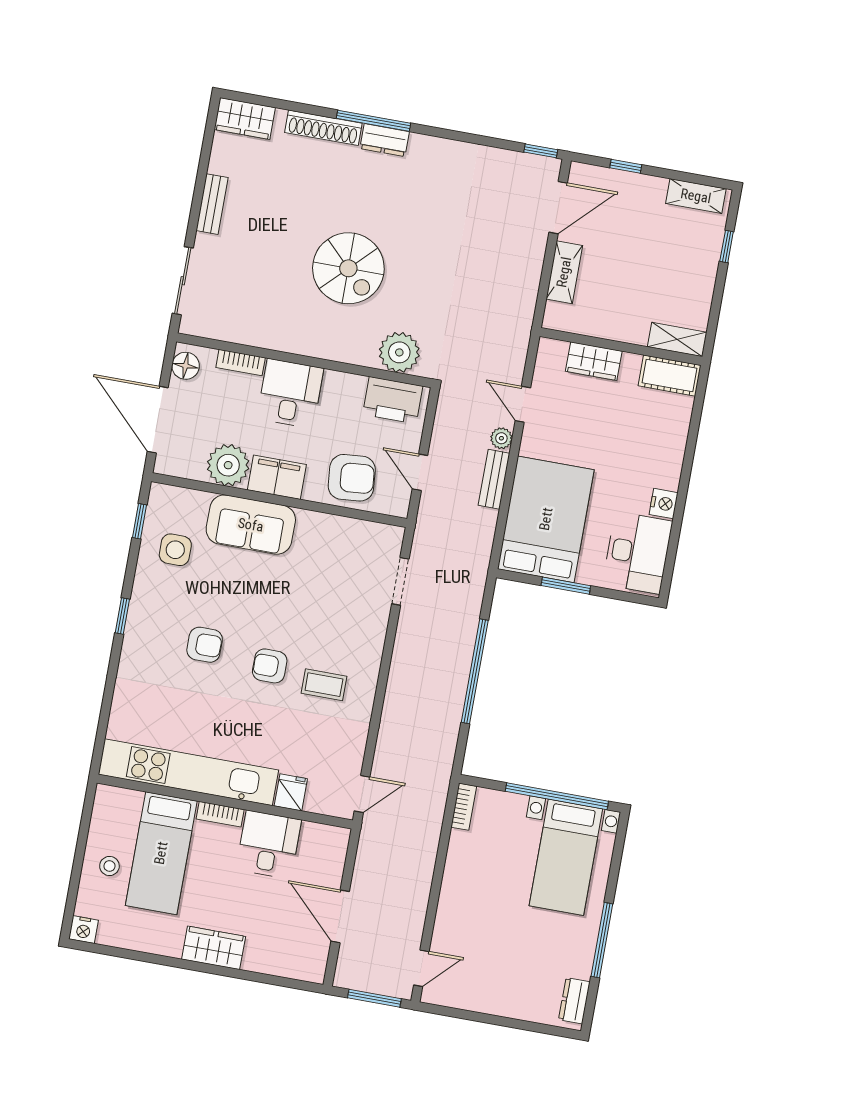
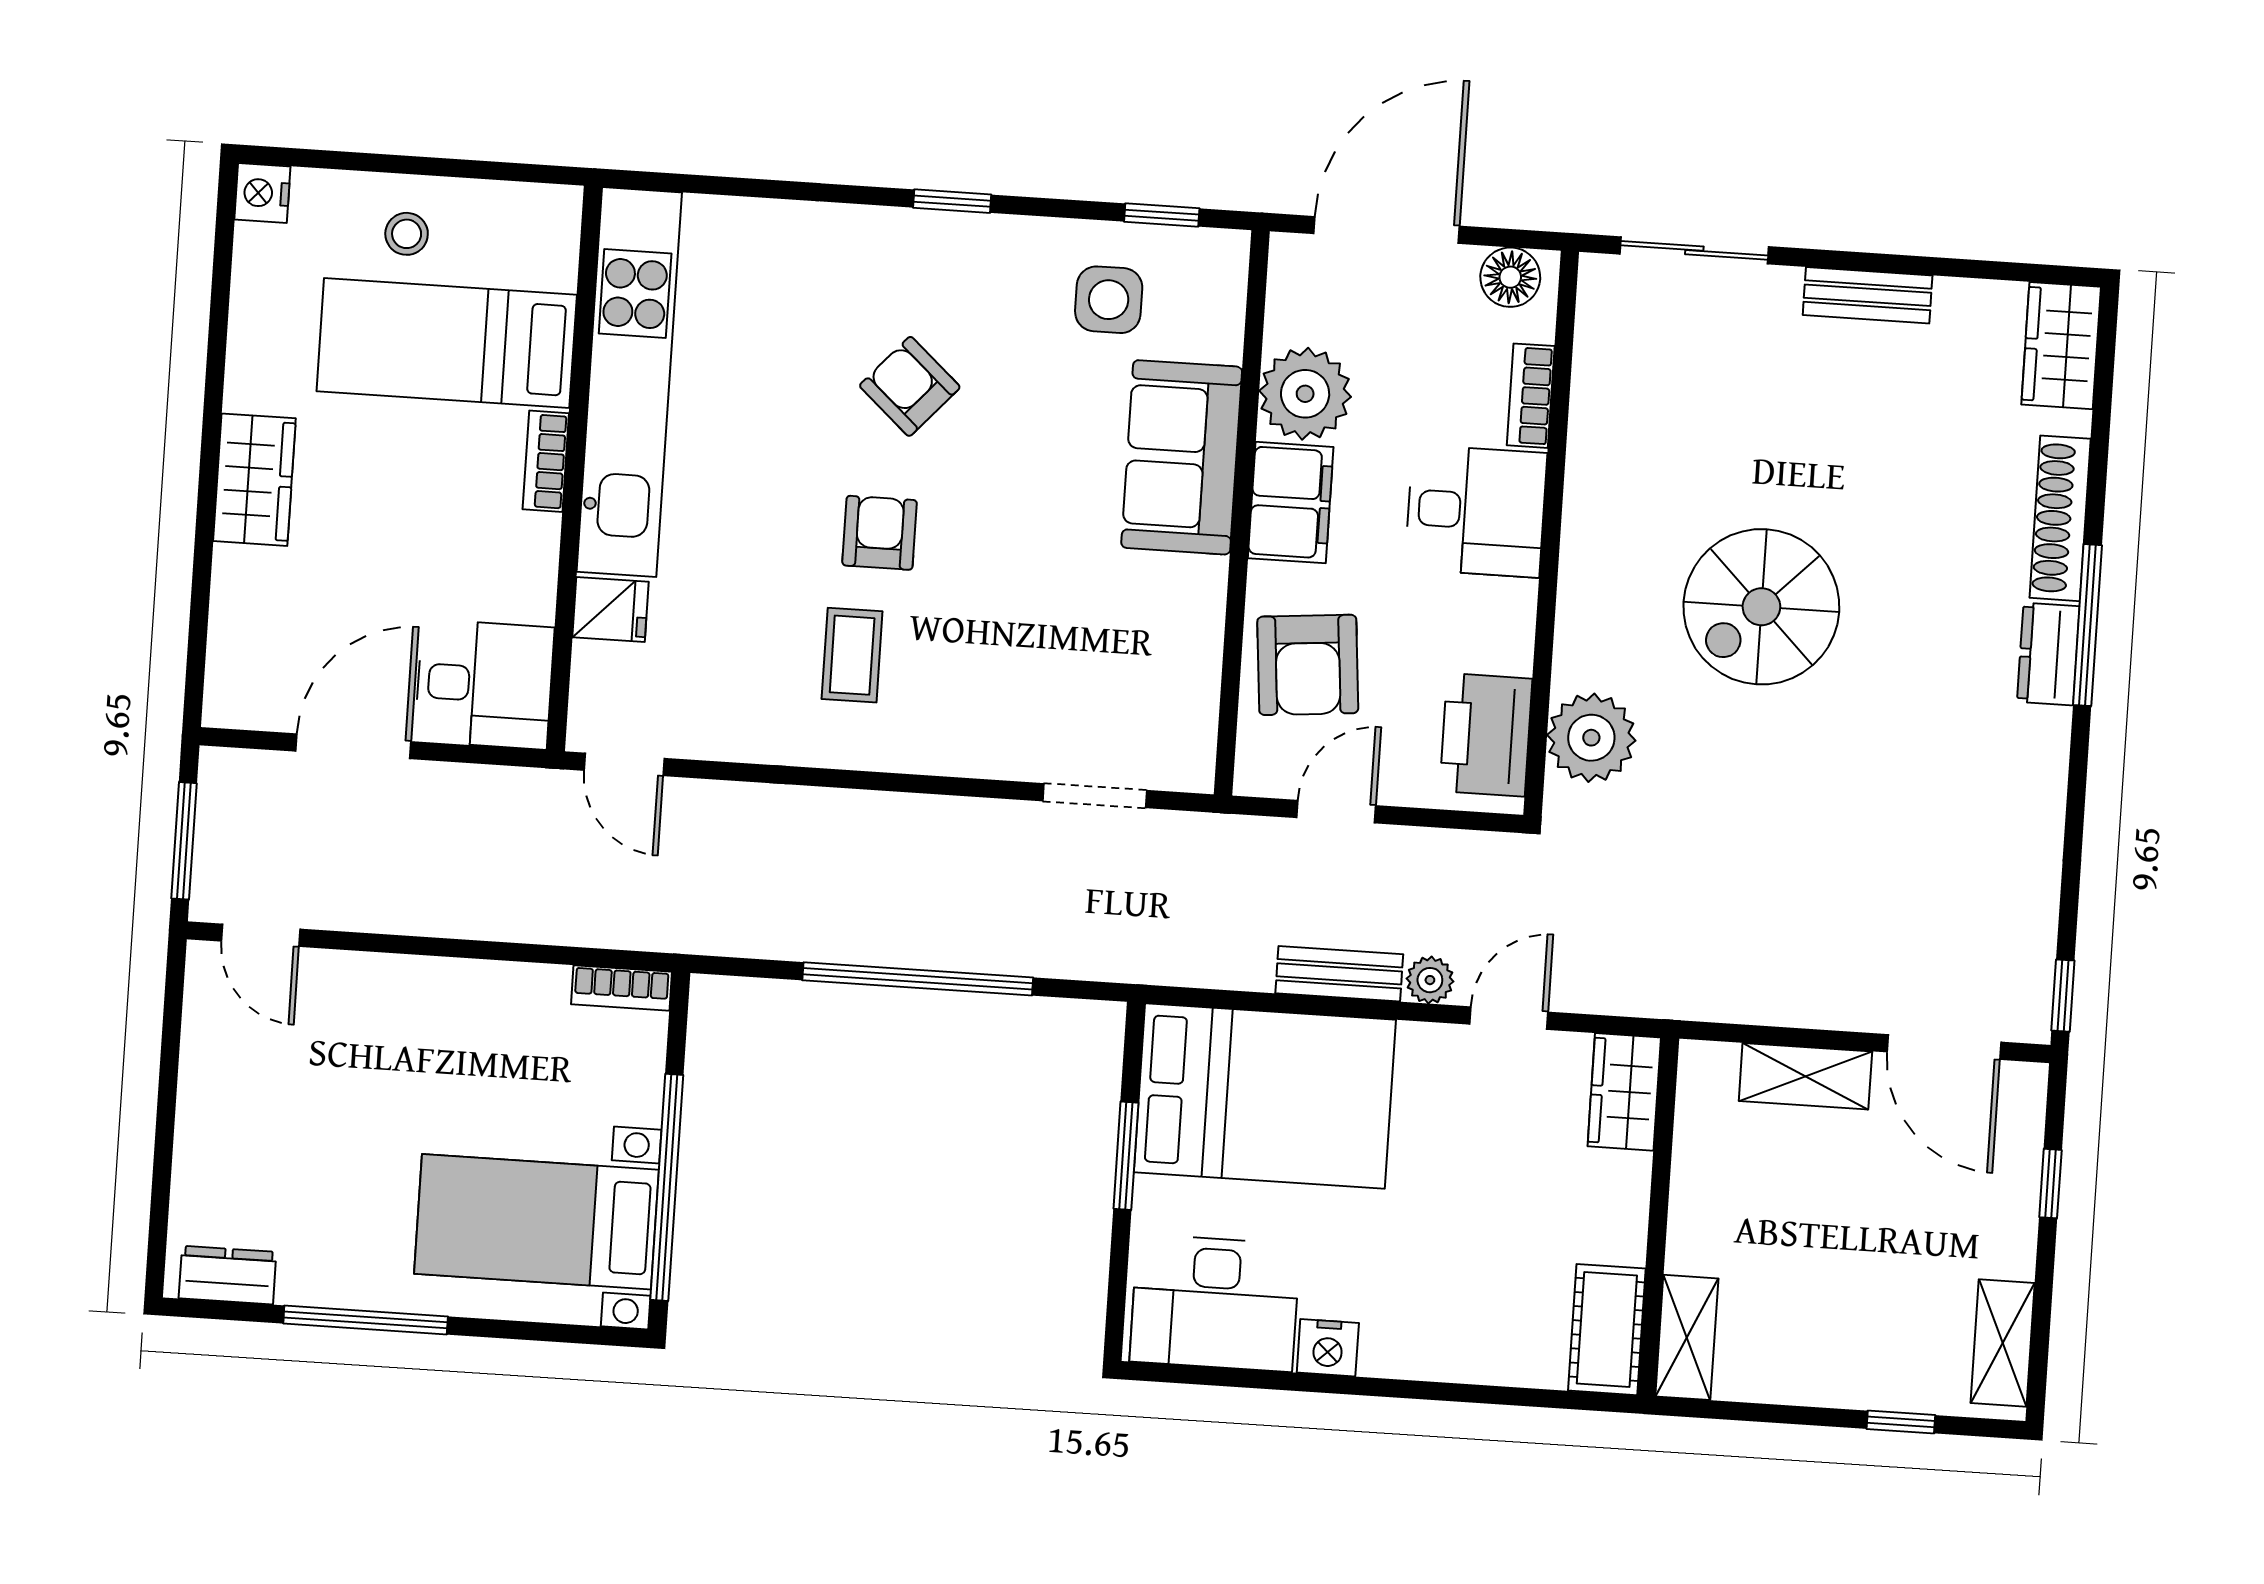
wardrobe: (594, 361) -> (1624, 1092), moved
armchair: (205, 645) -> (910, 386), turned 132
desk: (269, 845) -> (484, 684), moved

